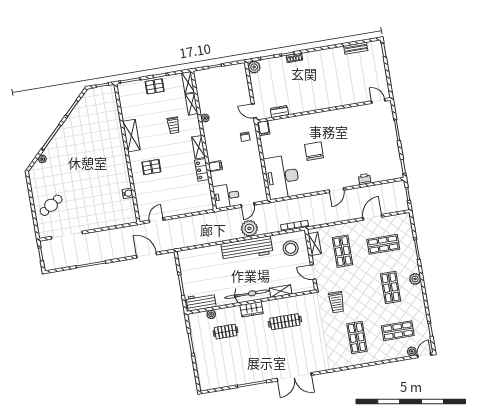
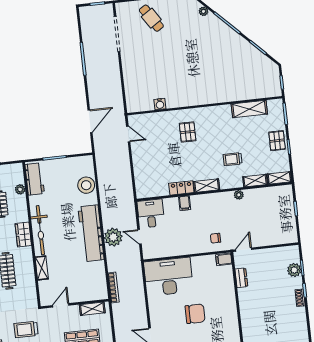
plant: (254, 67) -> (294, 270), moved
shelving: (131, 136) -> (249, 109), moved
stool: (291, 248) -> (86, 185), moved

